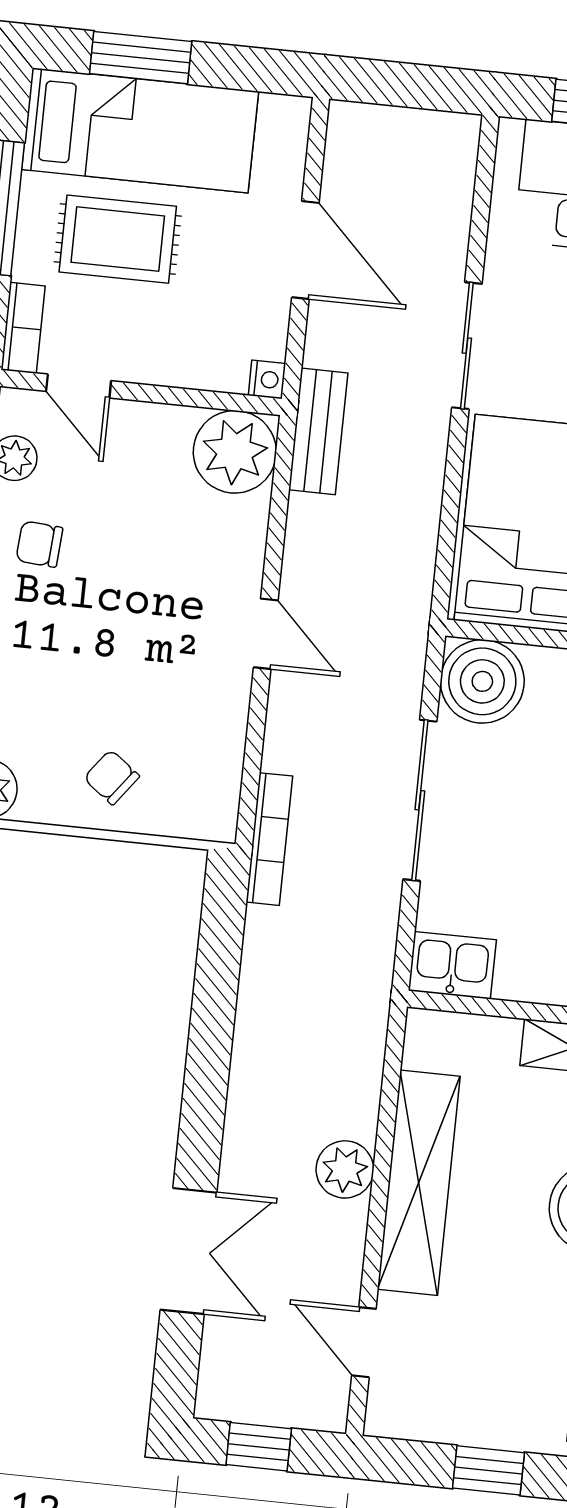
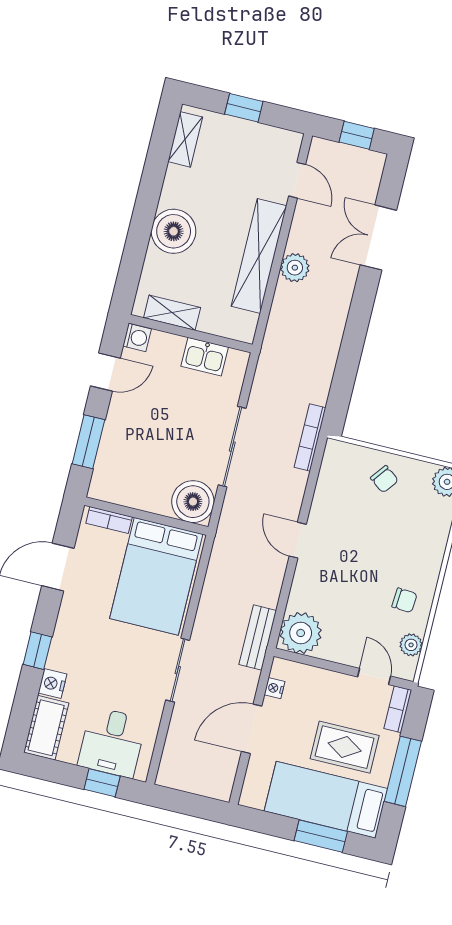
door: (305, 250) -> (252, 729), hinge flipped
nightstand: (267, 379) -> (275, 688), moved
kitchen sink: (452, 965) -> (205, 357), moved

